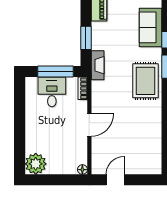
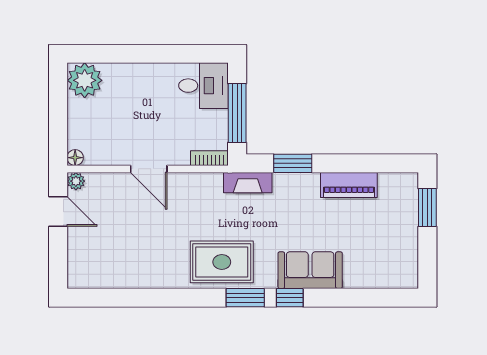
desk: (52, 92) -> (203, 86), moved
plant: (97, 169) -> (76, 181), added

